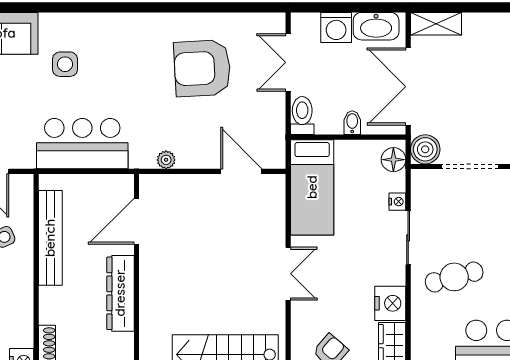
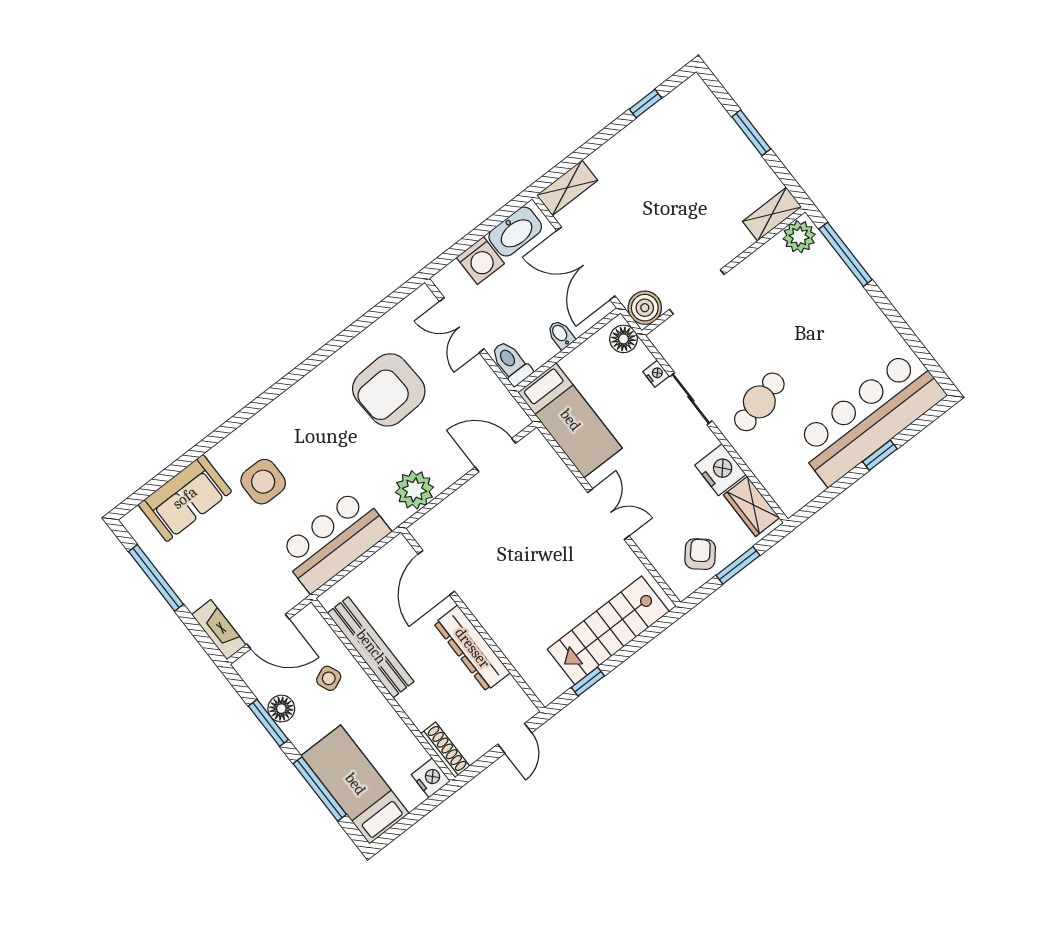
side table: (65, 64) -> (263, 482), width x1.37, depth x1.37
plant: (166, 160) -> (414, 490), width x1.88, depth x1.88

